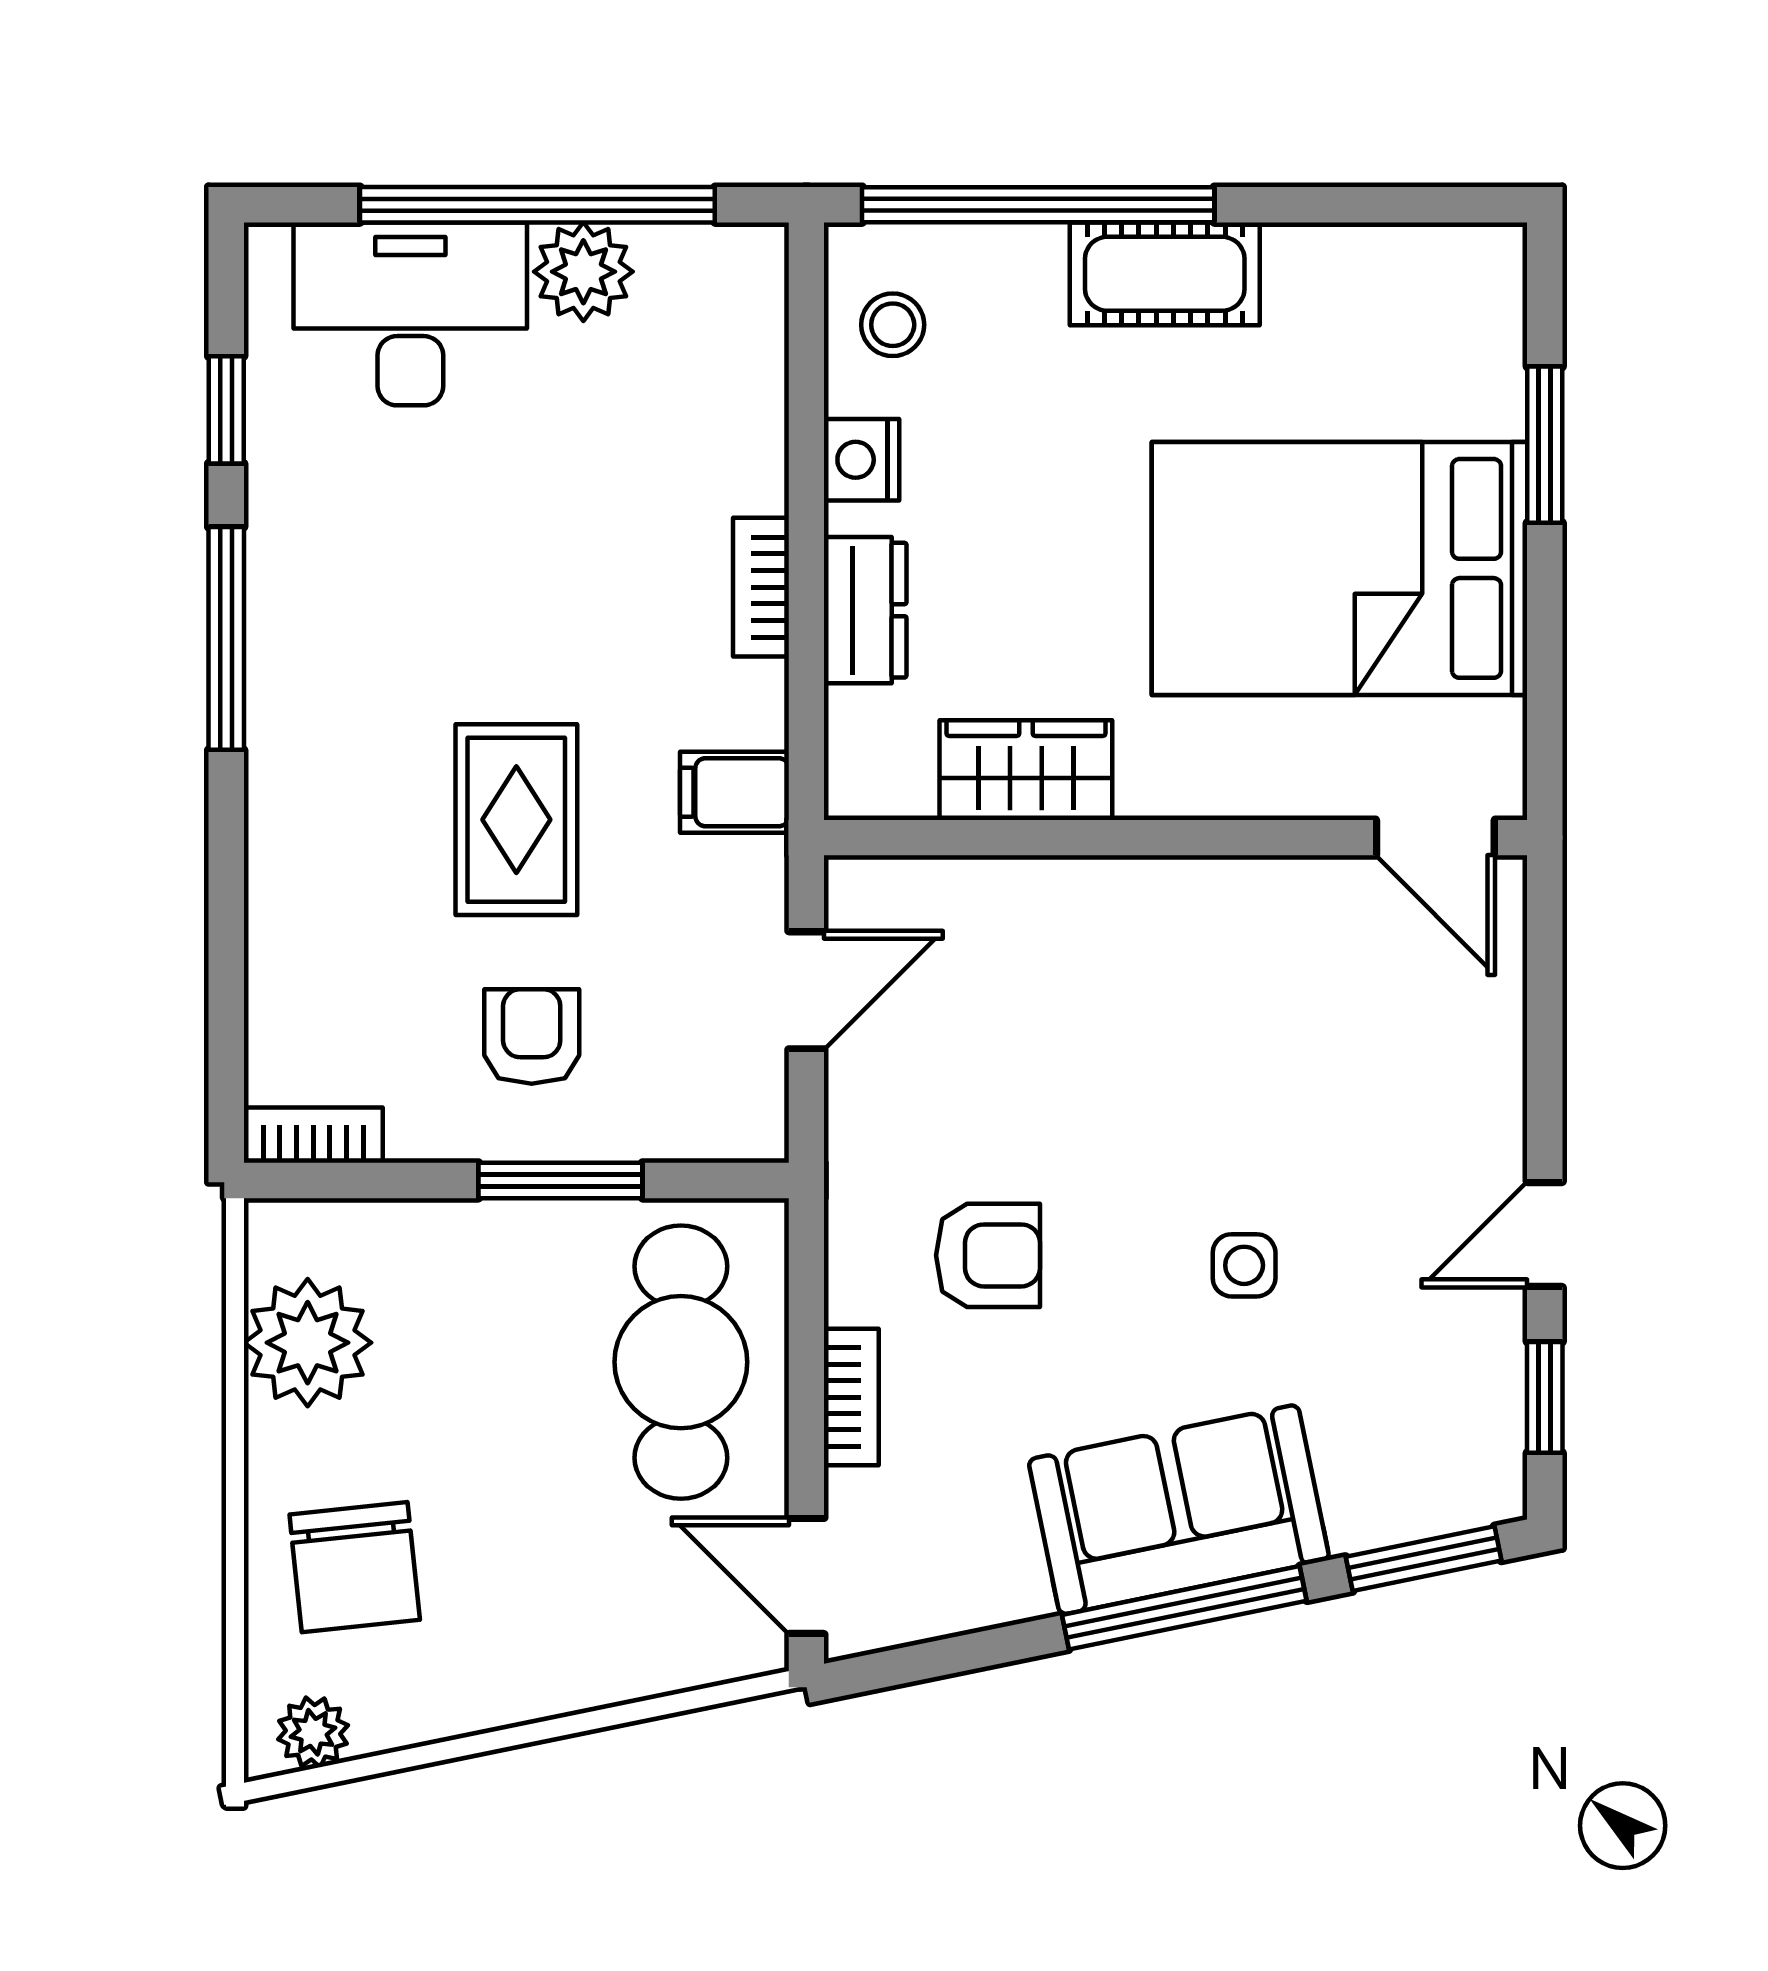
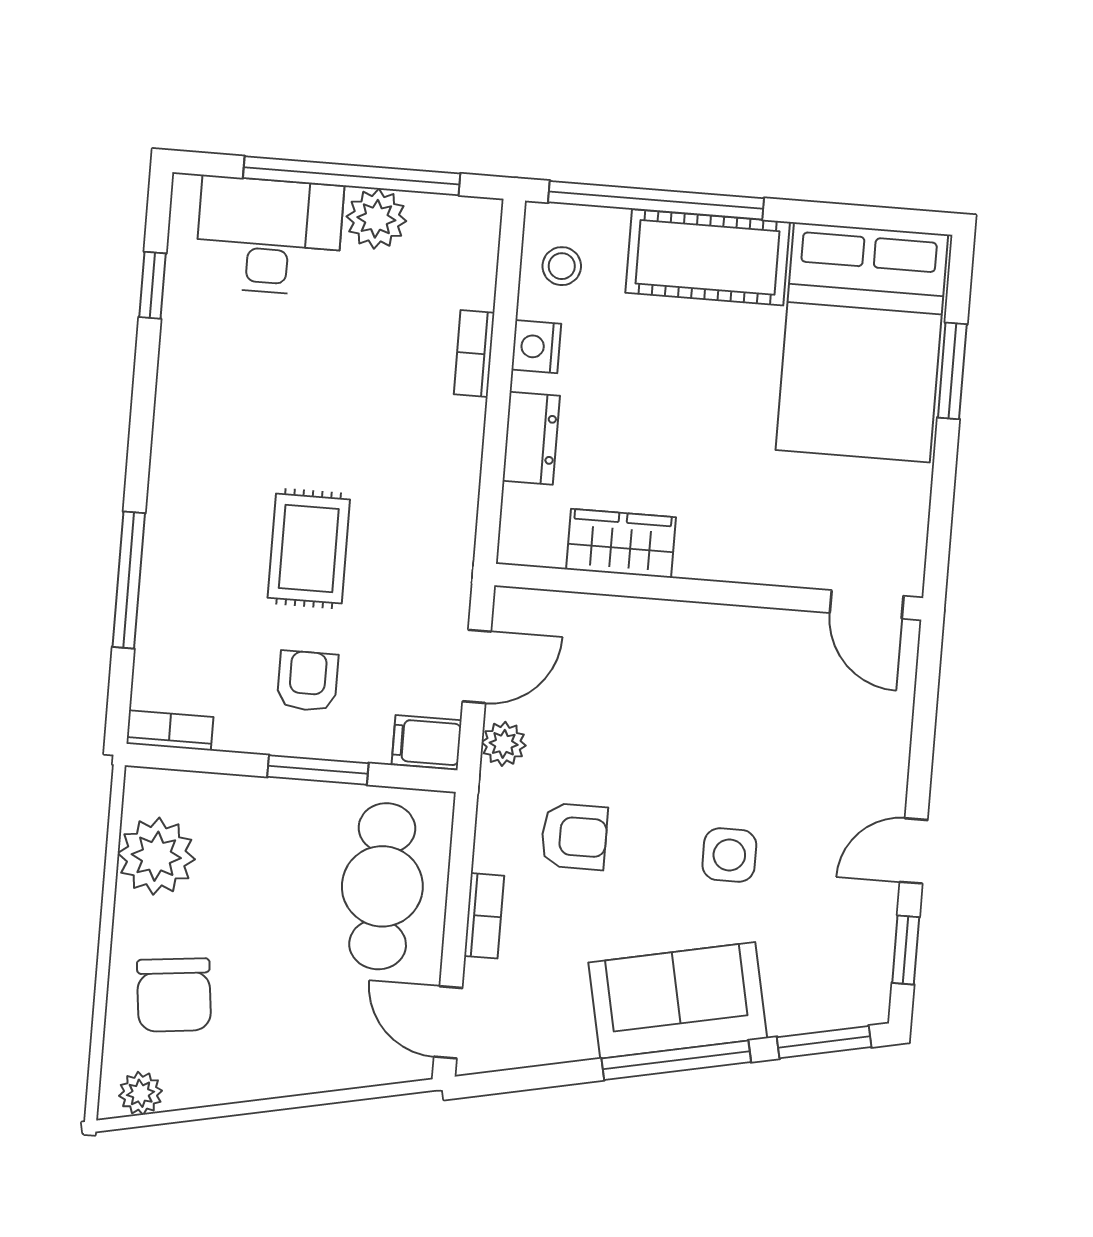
cot: (1165, 274) -> (708, 257), width x1.37, depth x1.34
bed: (1340, 568) -> (862, 342), moved, turned -90
bookcase: (761, 587) -> (474, 354), moved
window: (226, 638) -> (129, 580), moved
filing cabinet: (735, 792) -> (427, 742), moved
plant: (861, 1113) -> (504, 744), added
side table: (1244, 1265) -> (729, 855), width x1.37, depth x1.37

